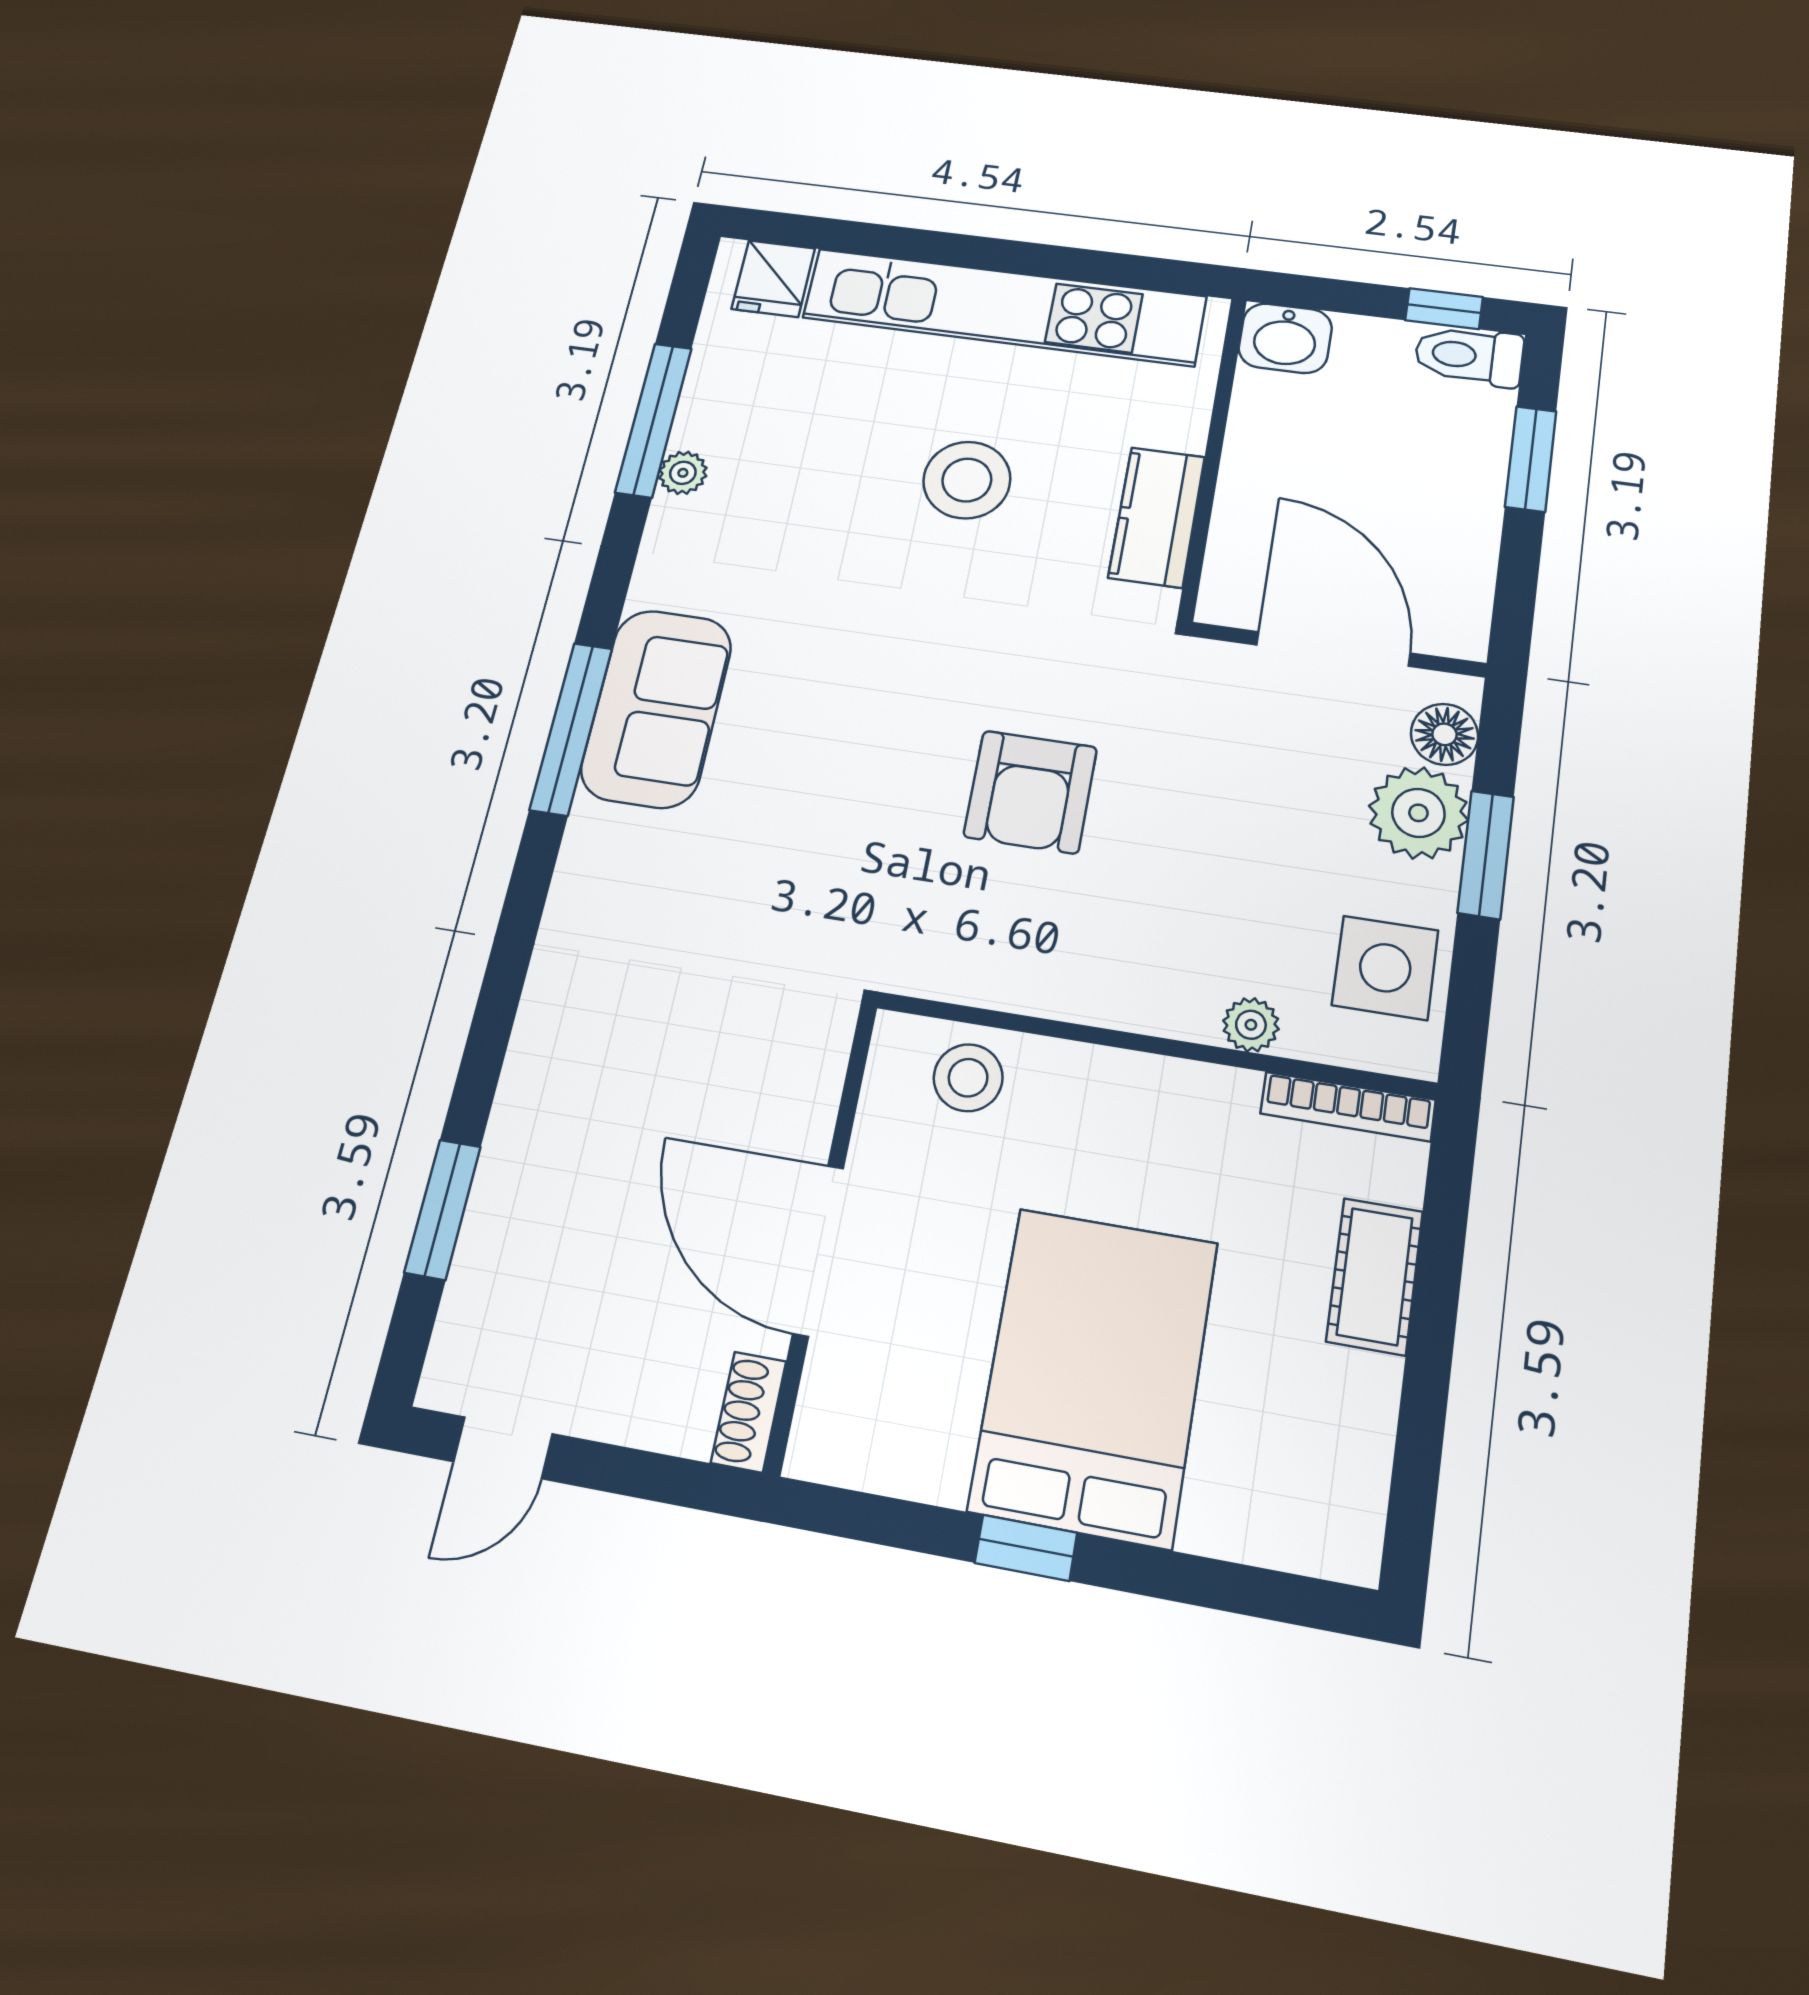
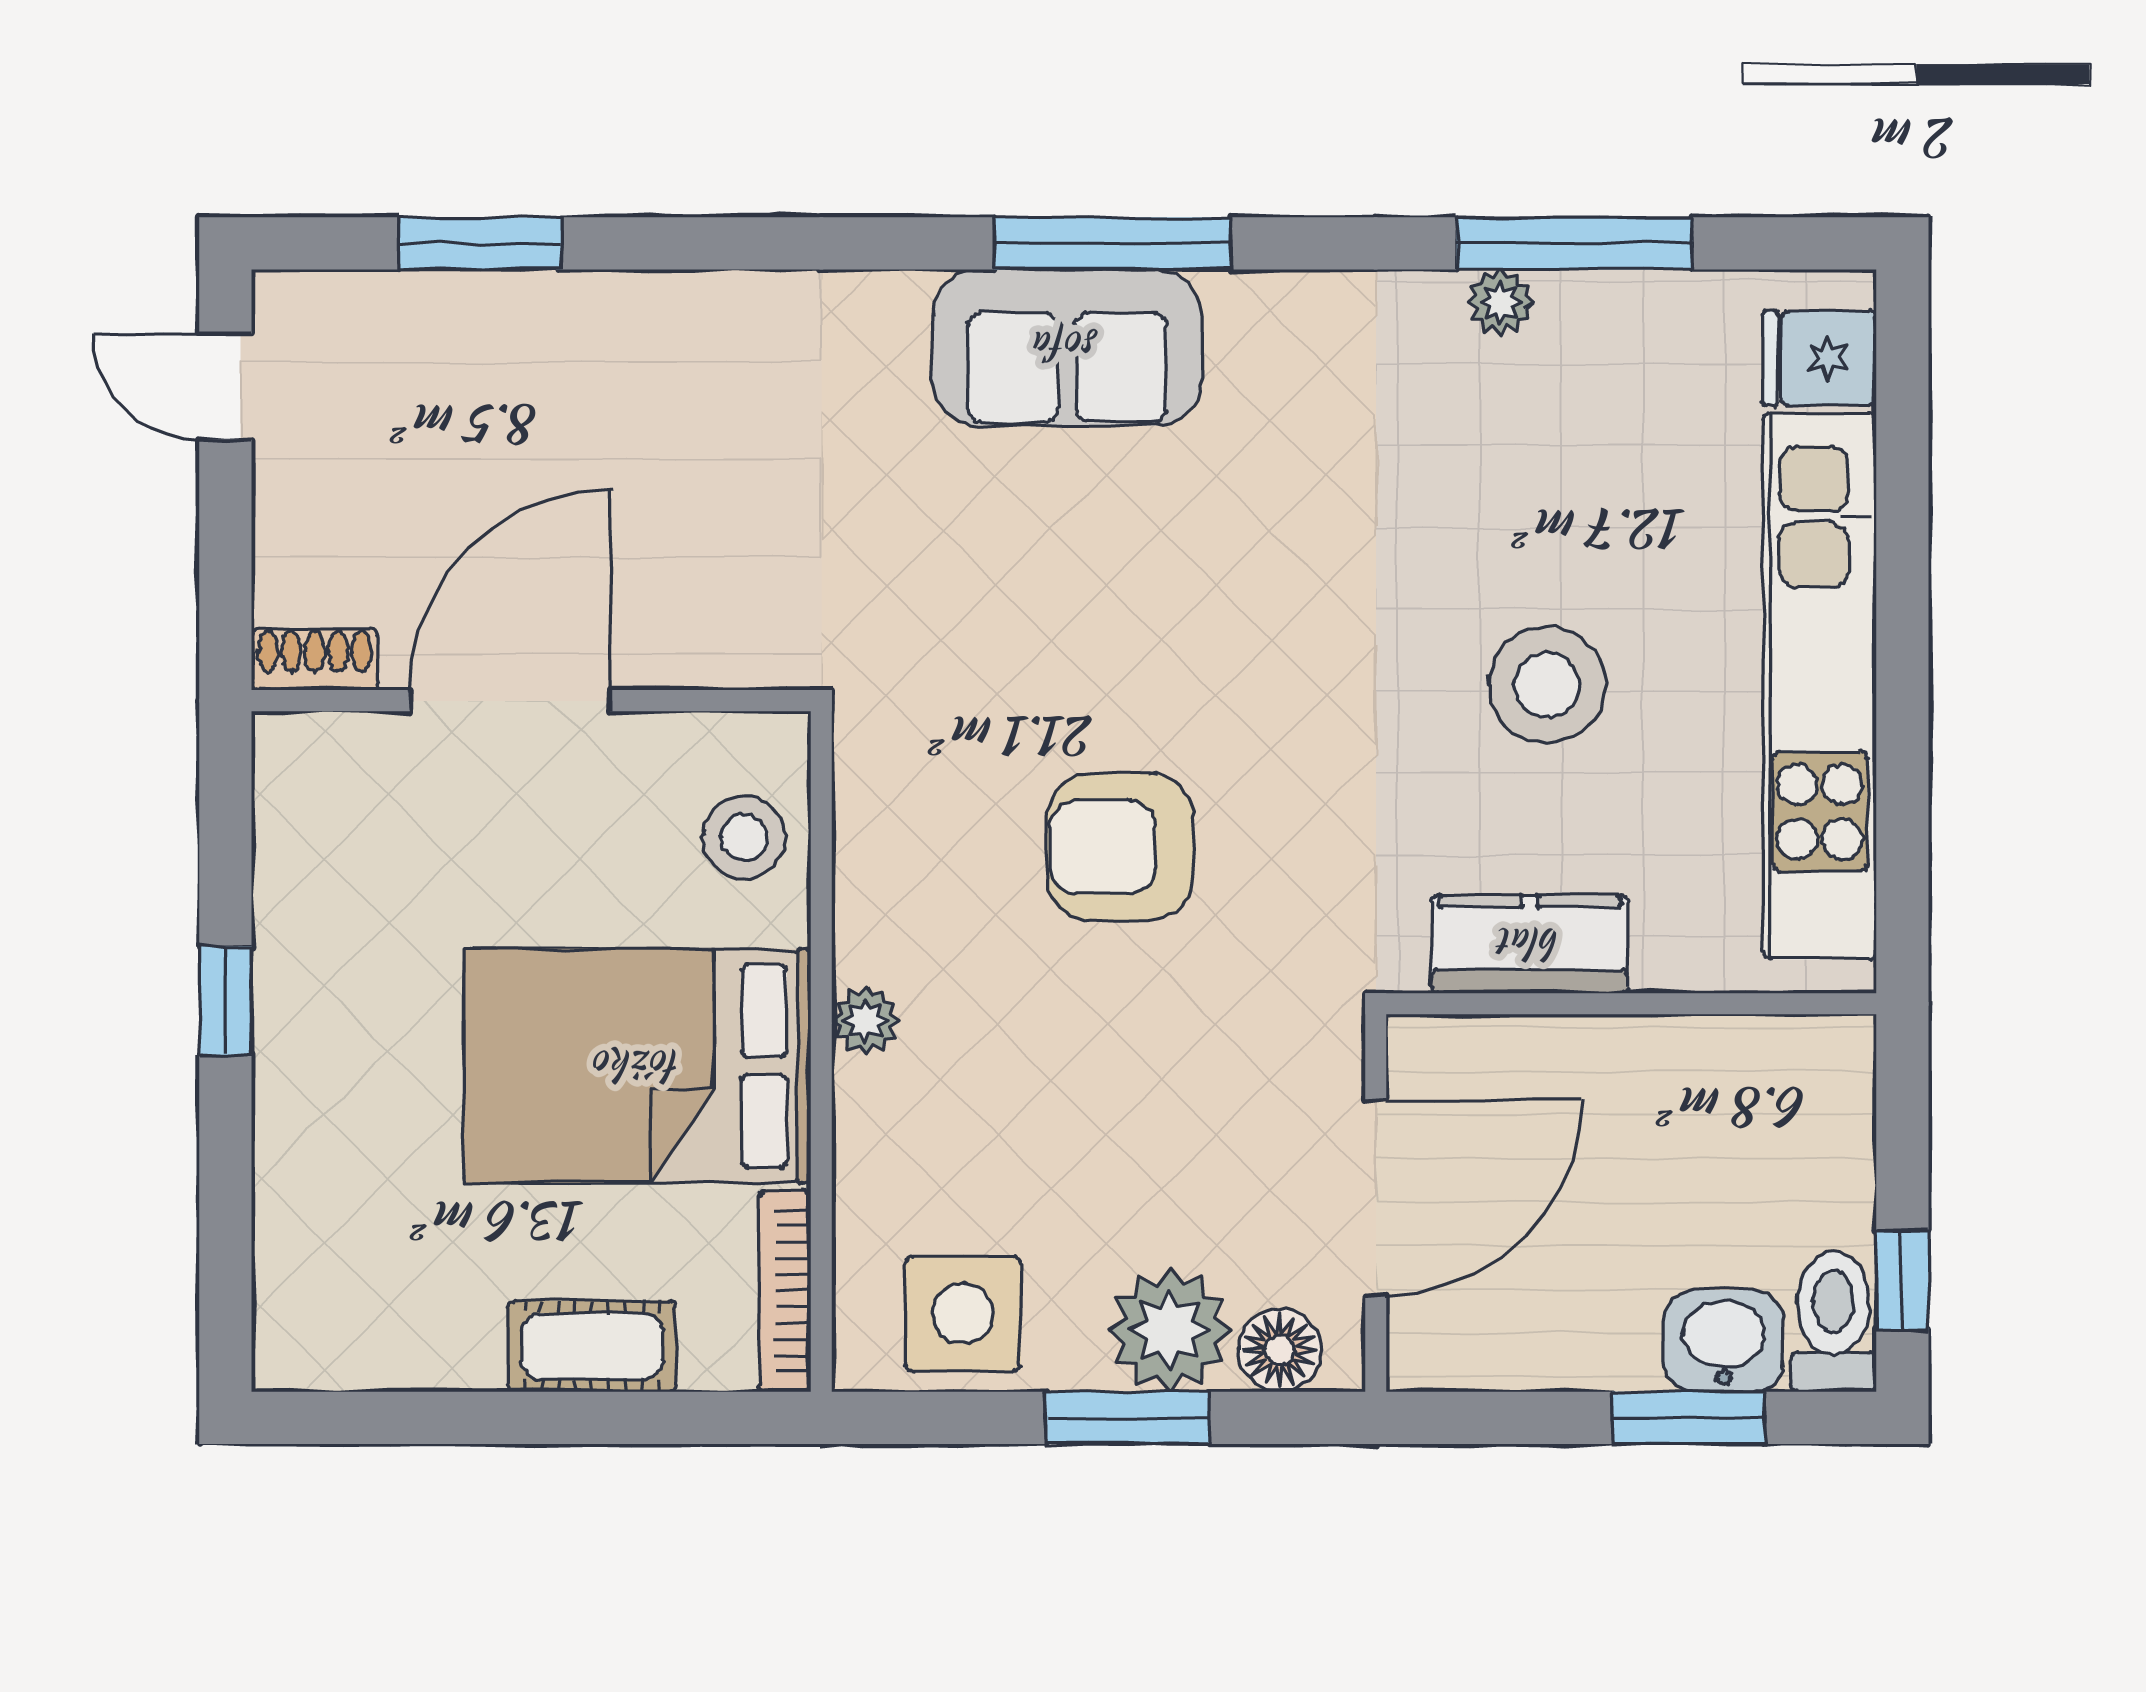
washbasin: (1285, 338) -> (1724, 1341), moved, turned 90
sofa: (657, 708) -> (1067, 347), moved
plant: (1251, 1025) -> (866, 1021), moved
bed: (1094, 1375) -> (638, 1066), moved, turned 180

